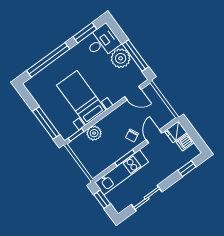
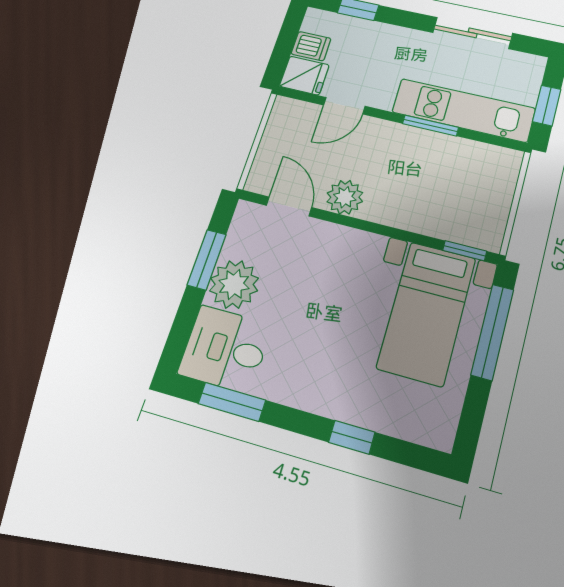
window: (135, 55) -> (207, 260), width x0.69
window: (48, 60) -> (352, 437), width x0.32
bed with nightstands: (81, 98) -> (427, 313), moved
plant: (94, 133) -> (345, 197), moved
chair: (132, 135) -> (376, 145), removed

